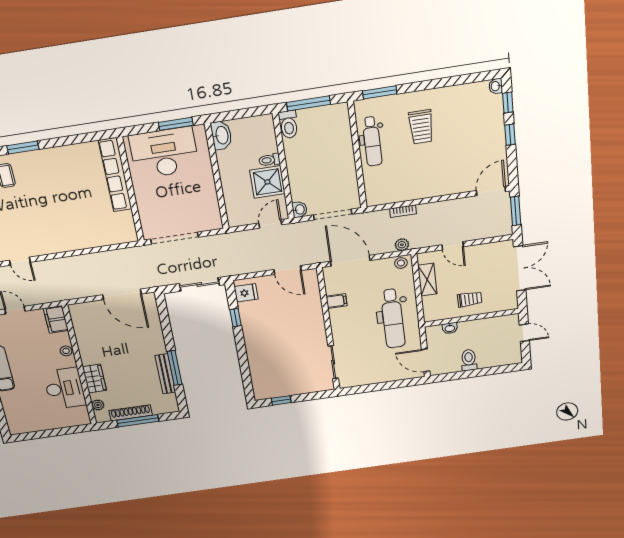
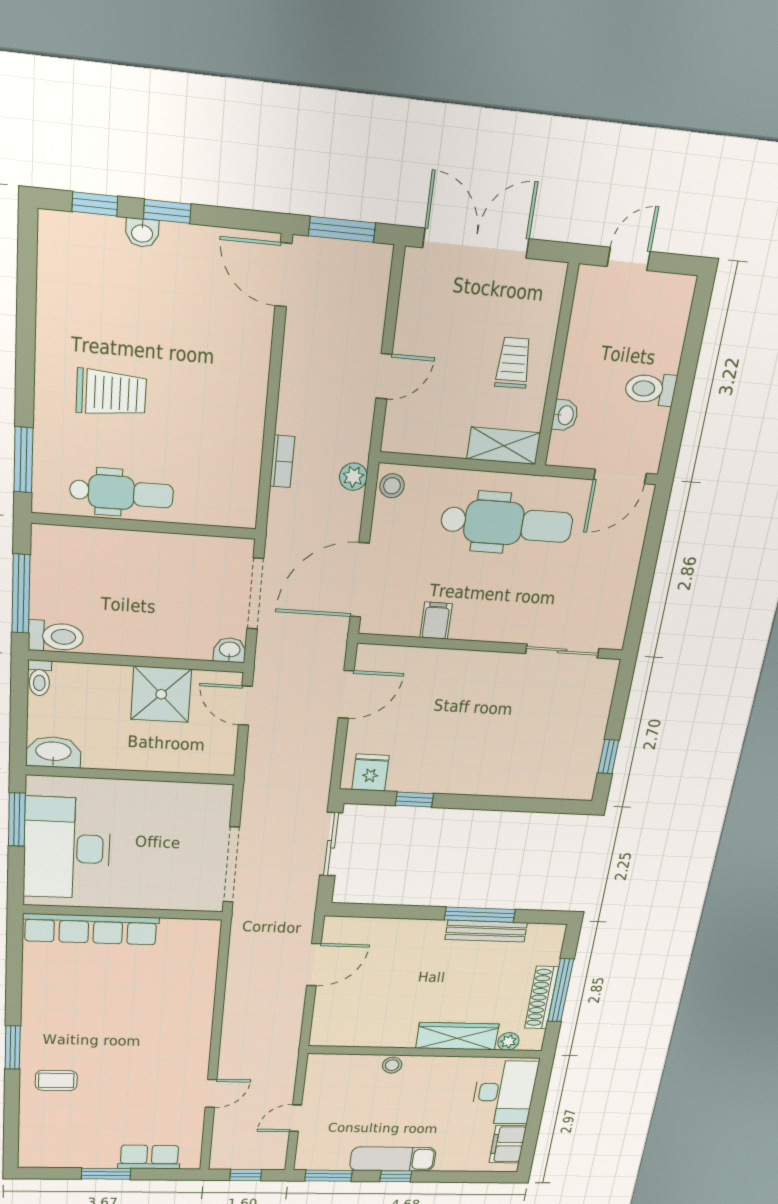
washbasin: (496, 86) -> (142, 233), moved
toilet: (269, 160) -> (39, 678), moved
shelving: (427, 280) -> (504, 446), moved
door: (122, 294) -> (314, 965), width x0.73
filing cabinet: (56, 319) -> (508, 1144), moved, turned 90
wardrobe: (94, 379) -> (457, 1036), width x1.50
desk: (65, 388) -> (504, 1092), moved, turned 90

